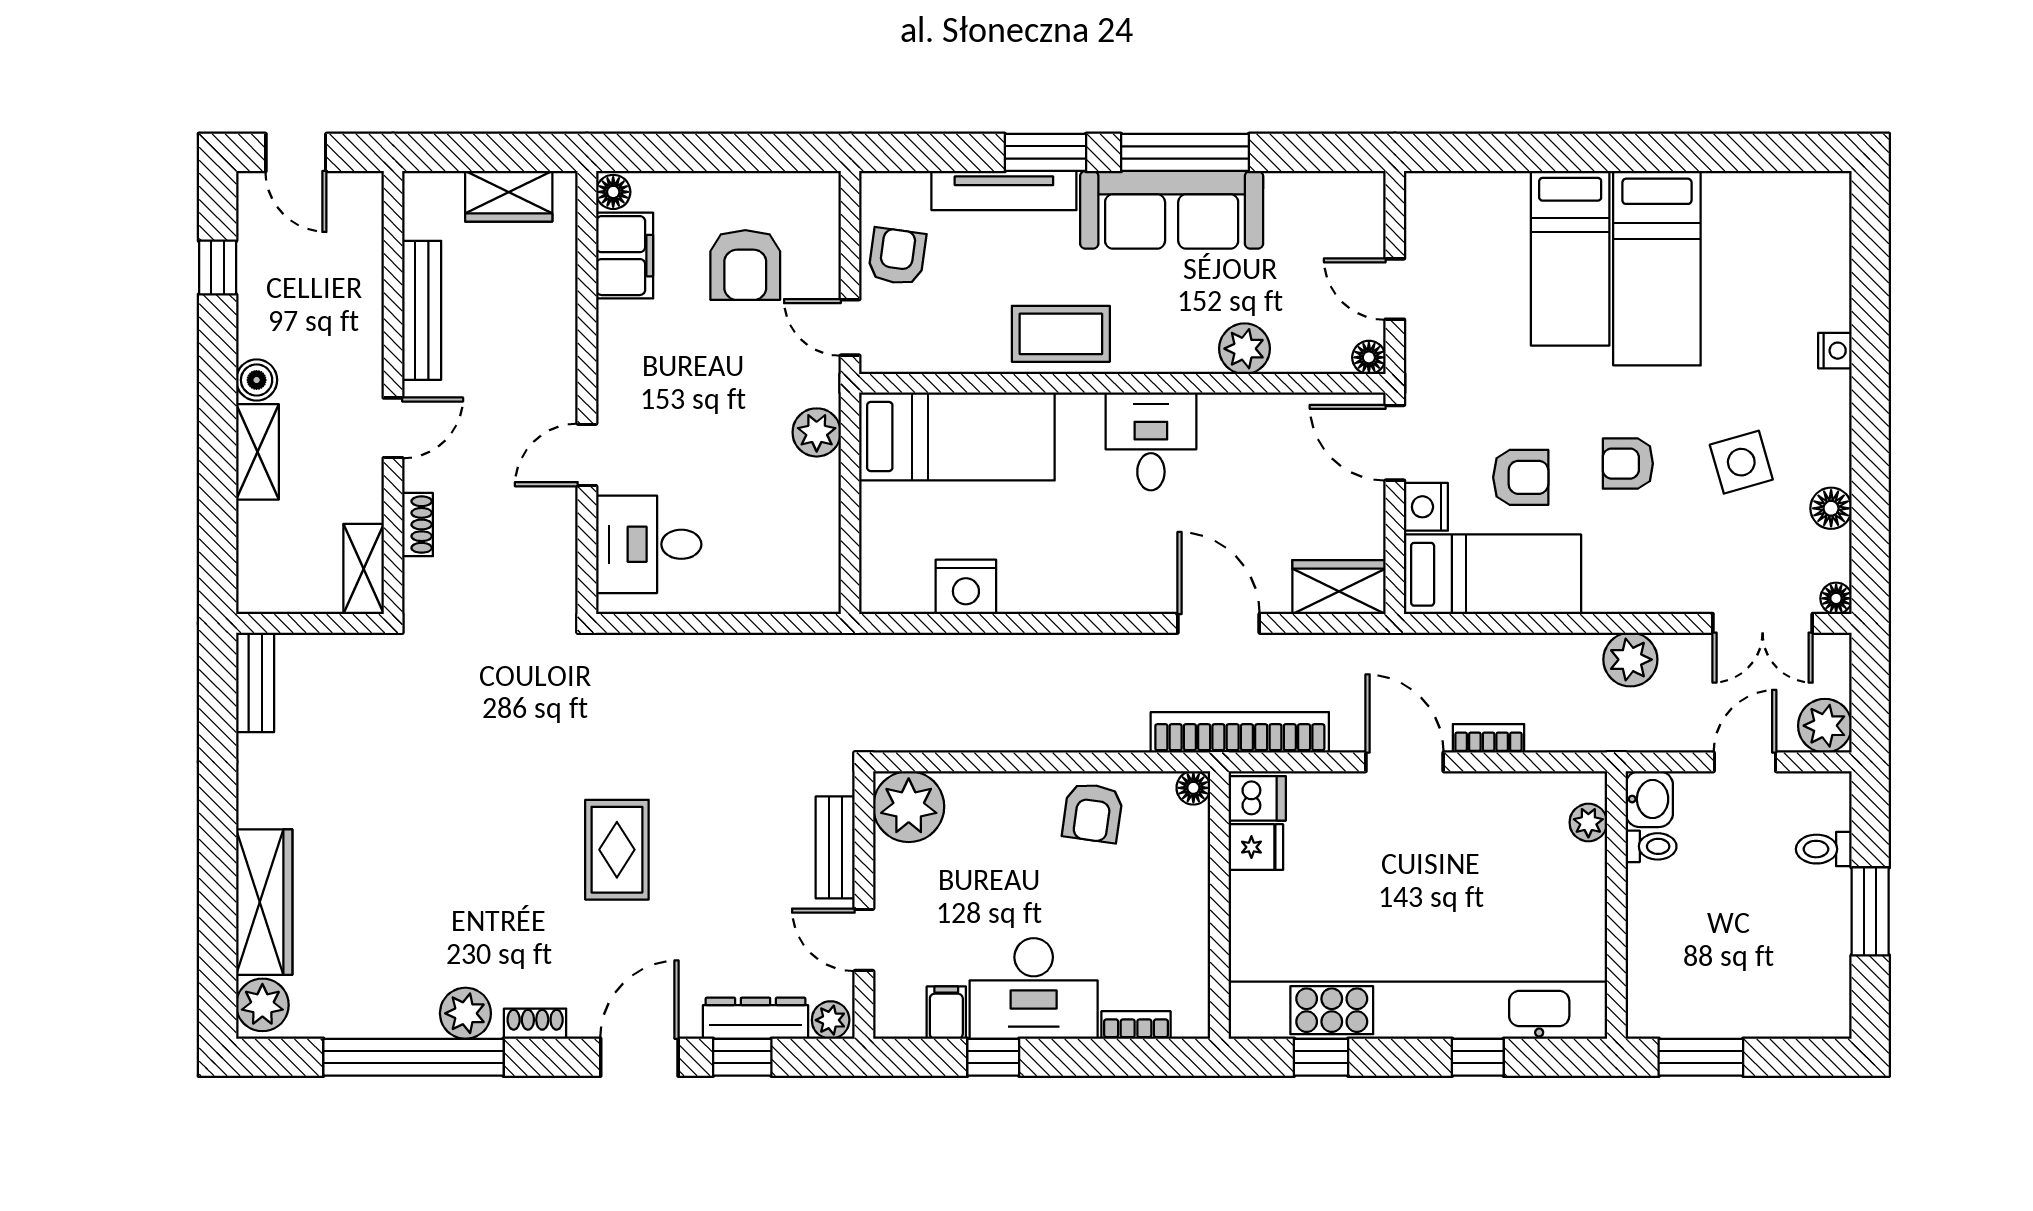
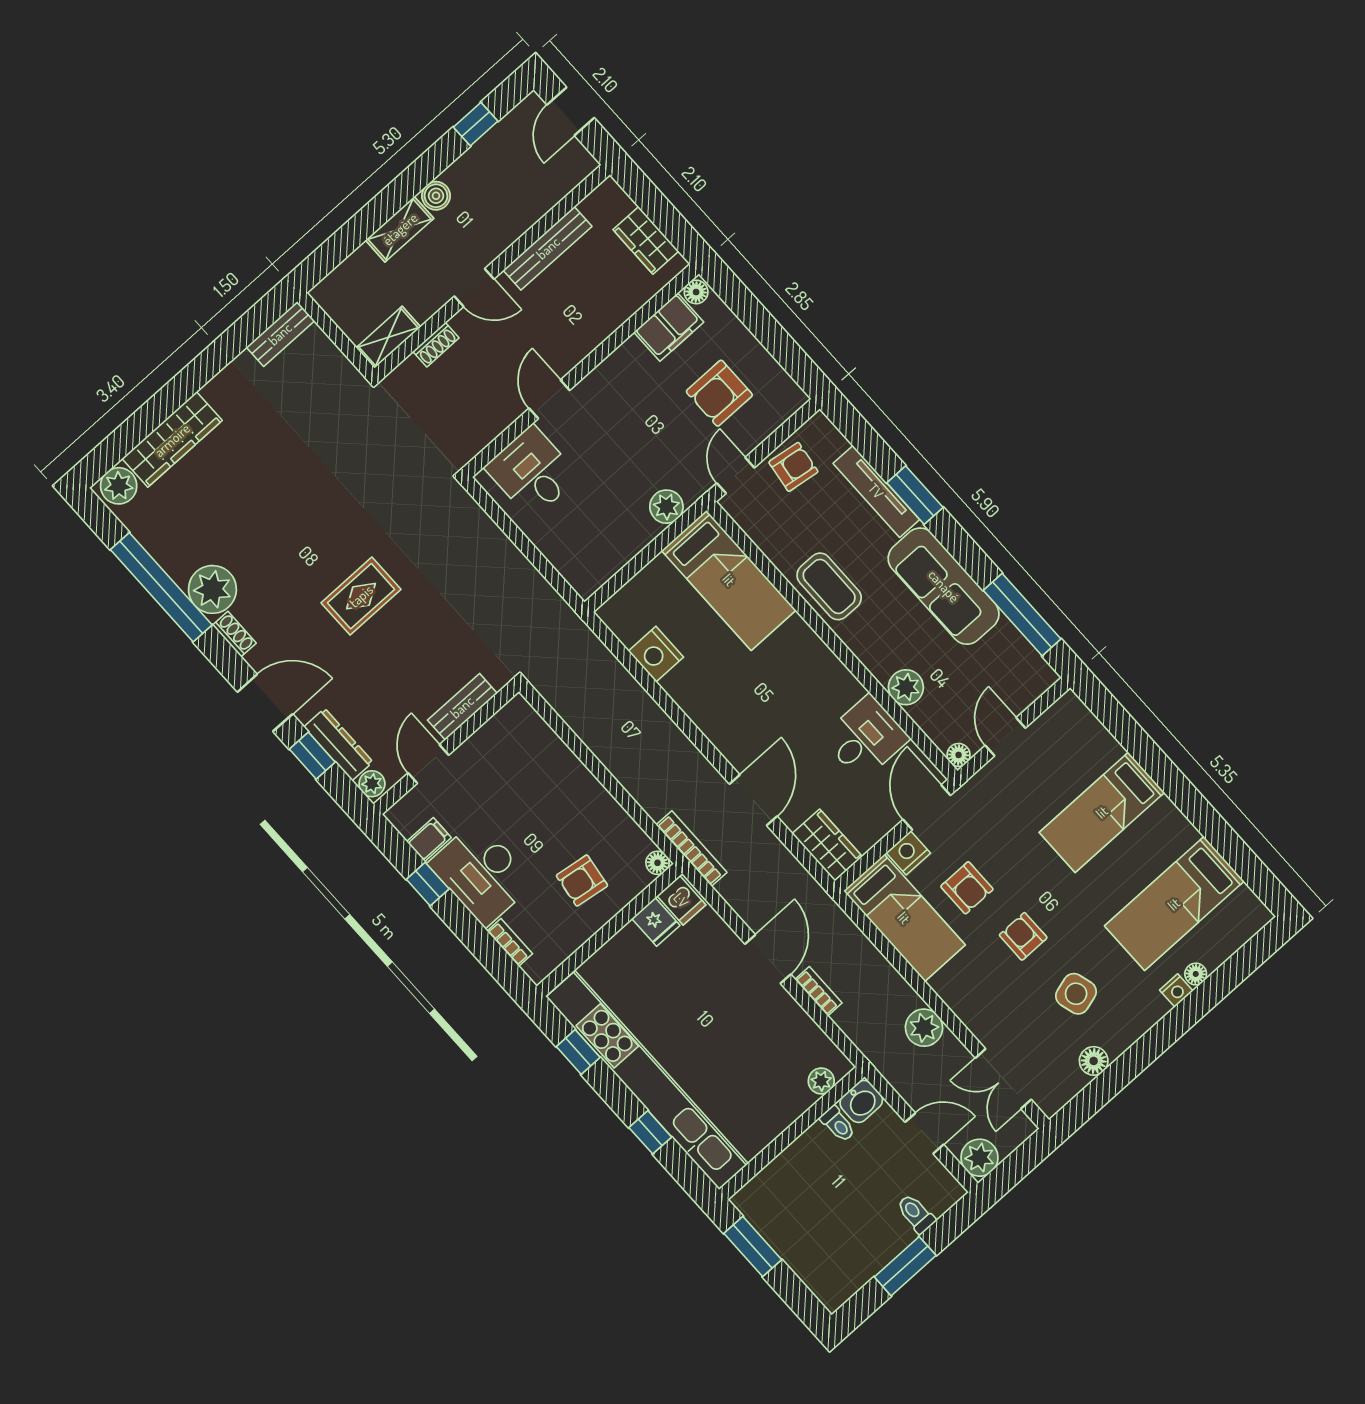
window: (1185, 152) -> (1022, 615), moved
bed: (1657, 268) -> (1174, 904), moved
desk: (1151, 441) -> (865, 738), moved
door: (587, 455) -> (549, 399), hinge flipped
floor lamp: (1836, 598) -> (1196, 974), moved
bookcase: (1240, 732) -> (692, 849), width x0.68, depth x0.76
plant: (909, 807) -> (517, 726), removed
armchair: (1093, 813) -> (582, 881), moved
plant: (465, 1013) -> (212, 589), width x1.36, depth x1.36

